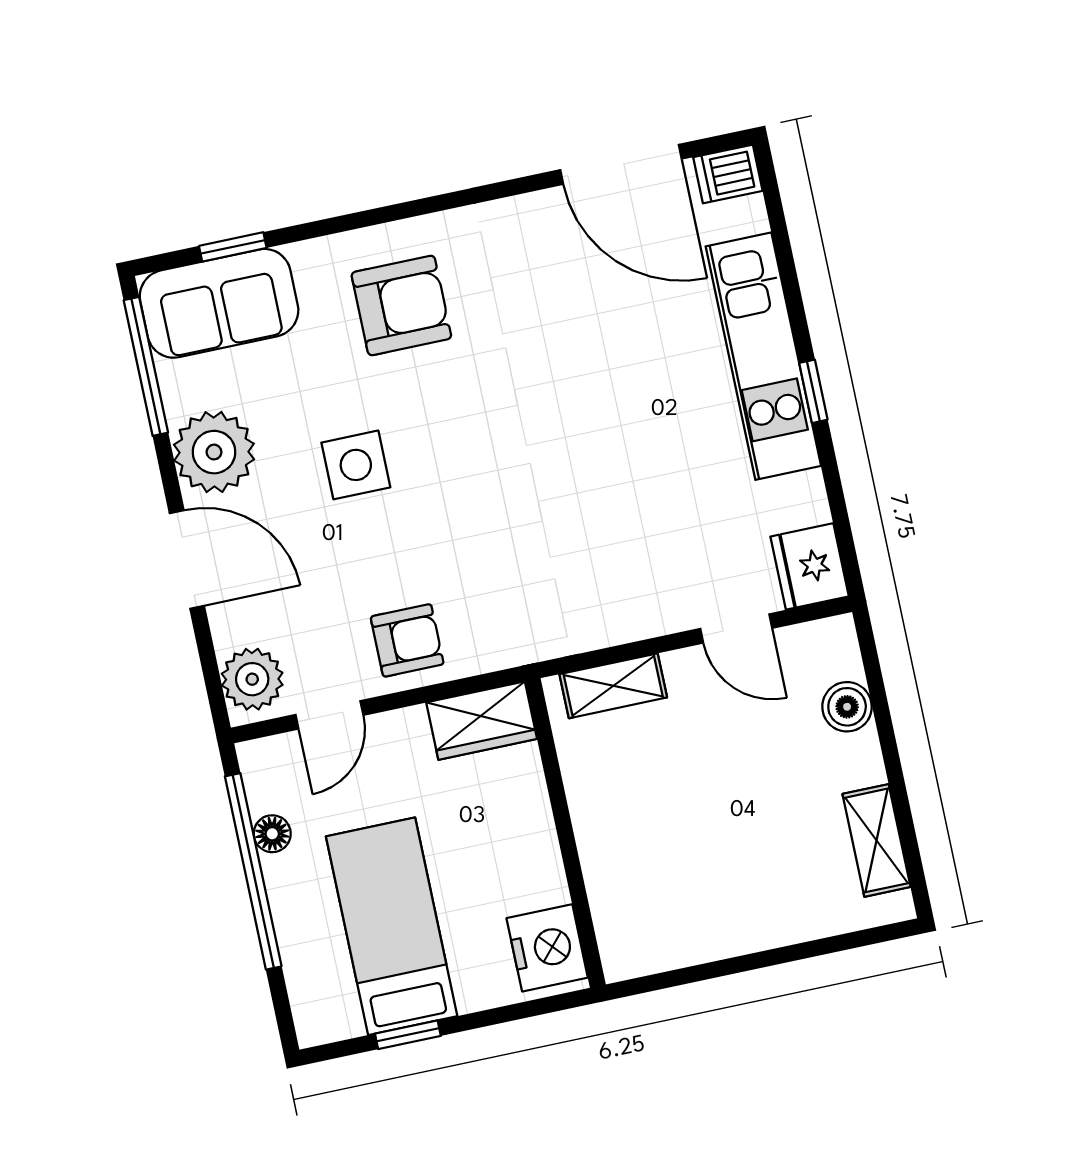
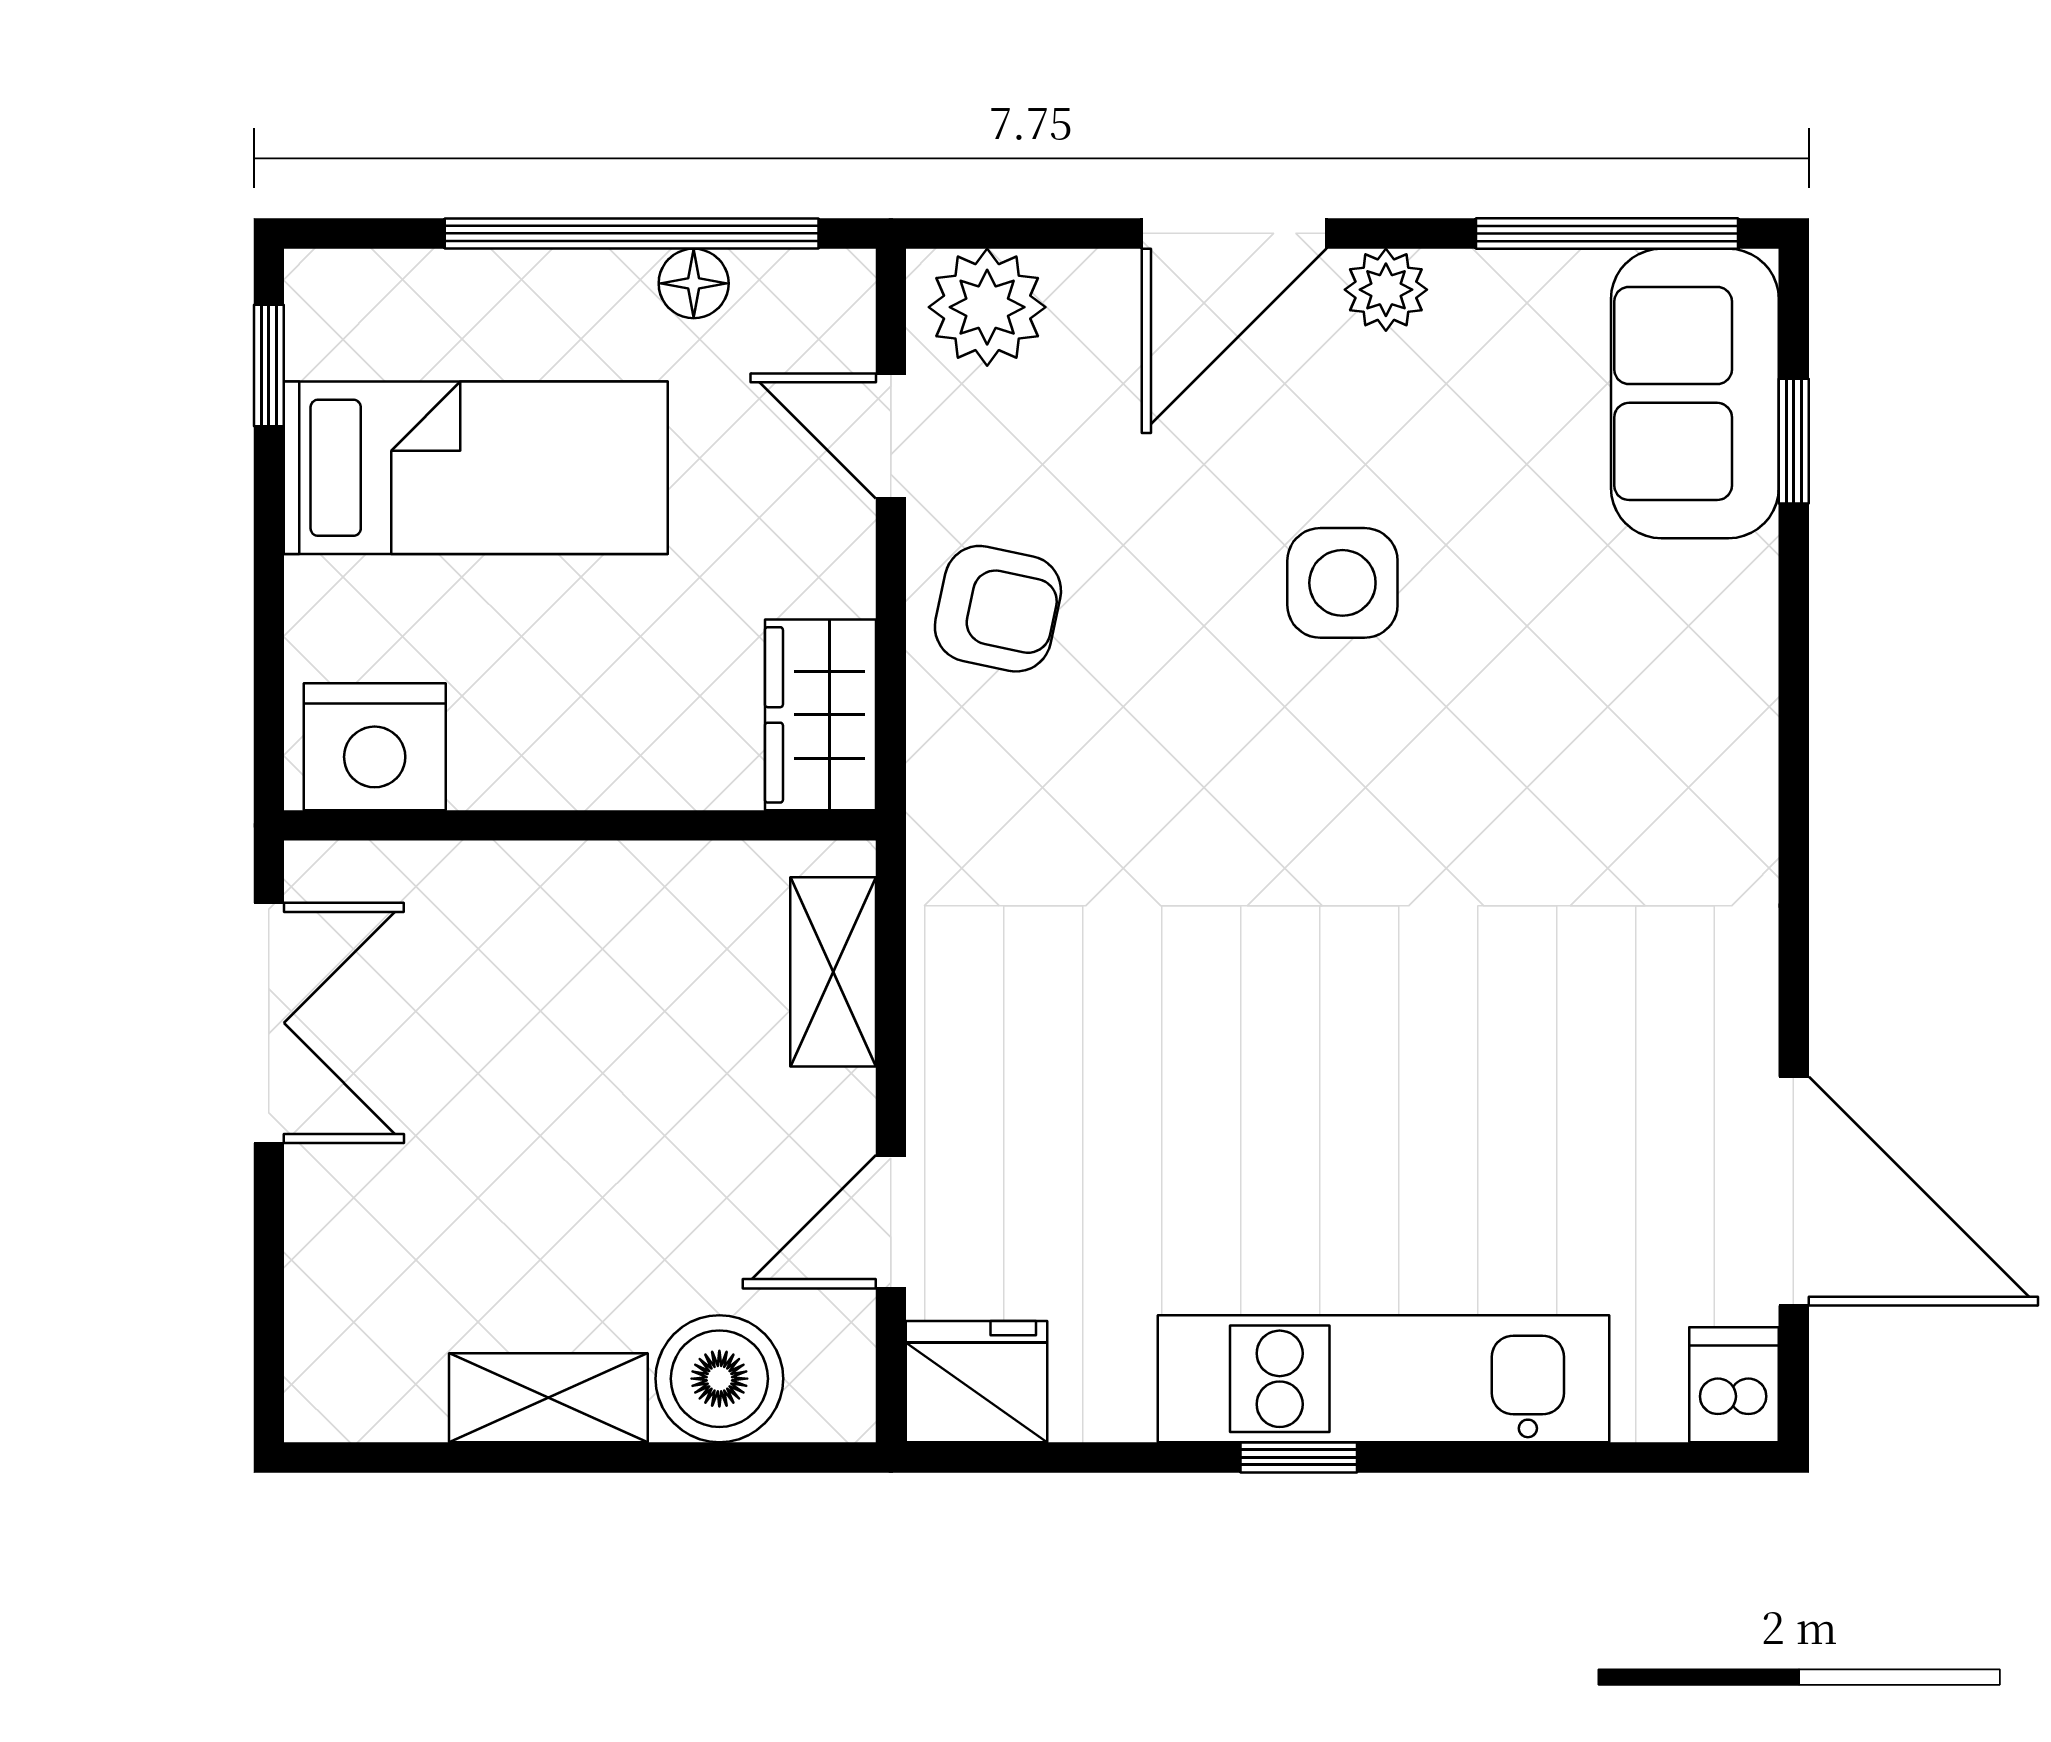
door: (621, 164) -> (1794, 1191), swing flipped
armchair: (401, 305) -> (1619, 730), removed
plant: (214, 452) -> (1386, 290), width x0.53, depth x0.53
armchair: (407, 640) -> (998, 609), turned -78
boiler: (847, 707) -> (719, 1379), width x1.36, depth x1.36
shelving: (877, 840) -> (548, 1398), moved
double door: (702, 972) -> (269, 1023), added
window: (408, 1035) -> (269, 365), moved

